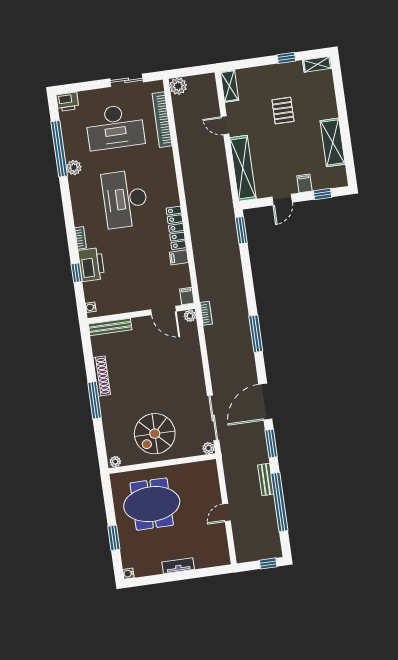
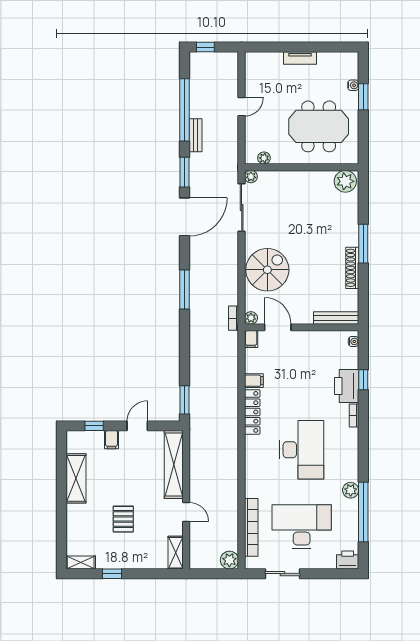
spiral stairs: (155, 434) -> (267, 270), moved
plant: (115, 462) -> (345, 181), width x1.88, depth x1.88
plant: (199, 467) -> (264, 158), added
water cooler: (128, 574) -> (353, 85), moved

